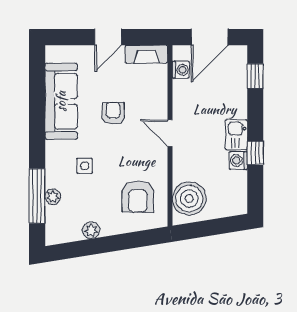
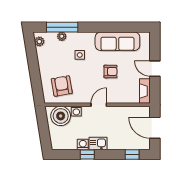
washing machine: (181, 70) -> (76, 111), moved
armchair: (138, 197) -> (62, 86), turned 80
plant: (91, 230) -> (39, 41), moved

